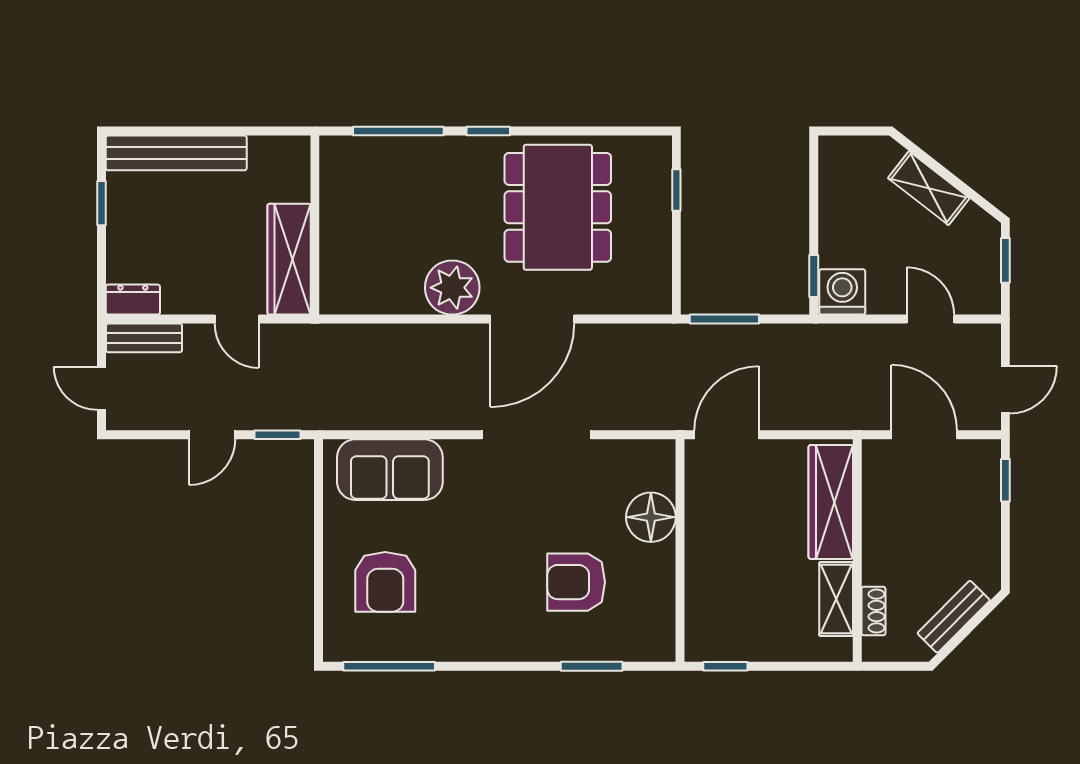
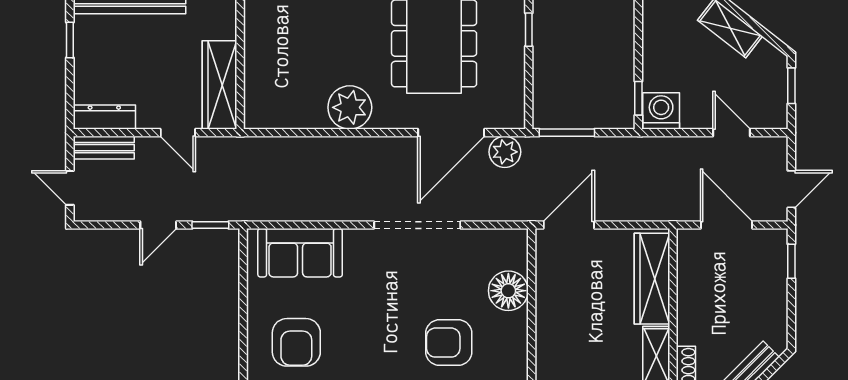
dresser: (133, 300) -> (104, 117), width x1.44
door: (532, 319) -> (451, 133), moved
plant: (646, 343) -> (505, 152), added

